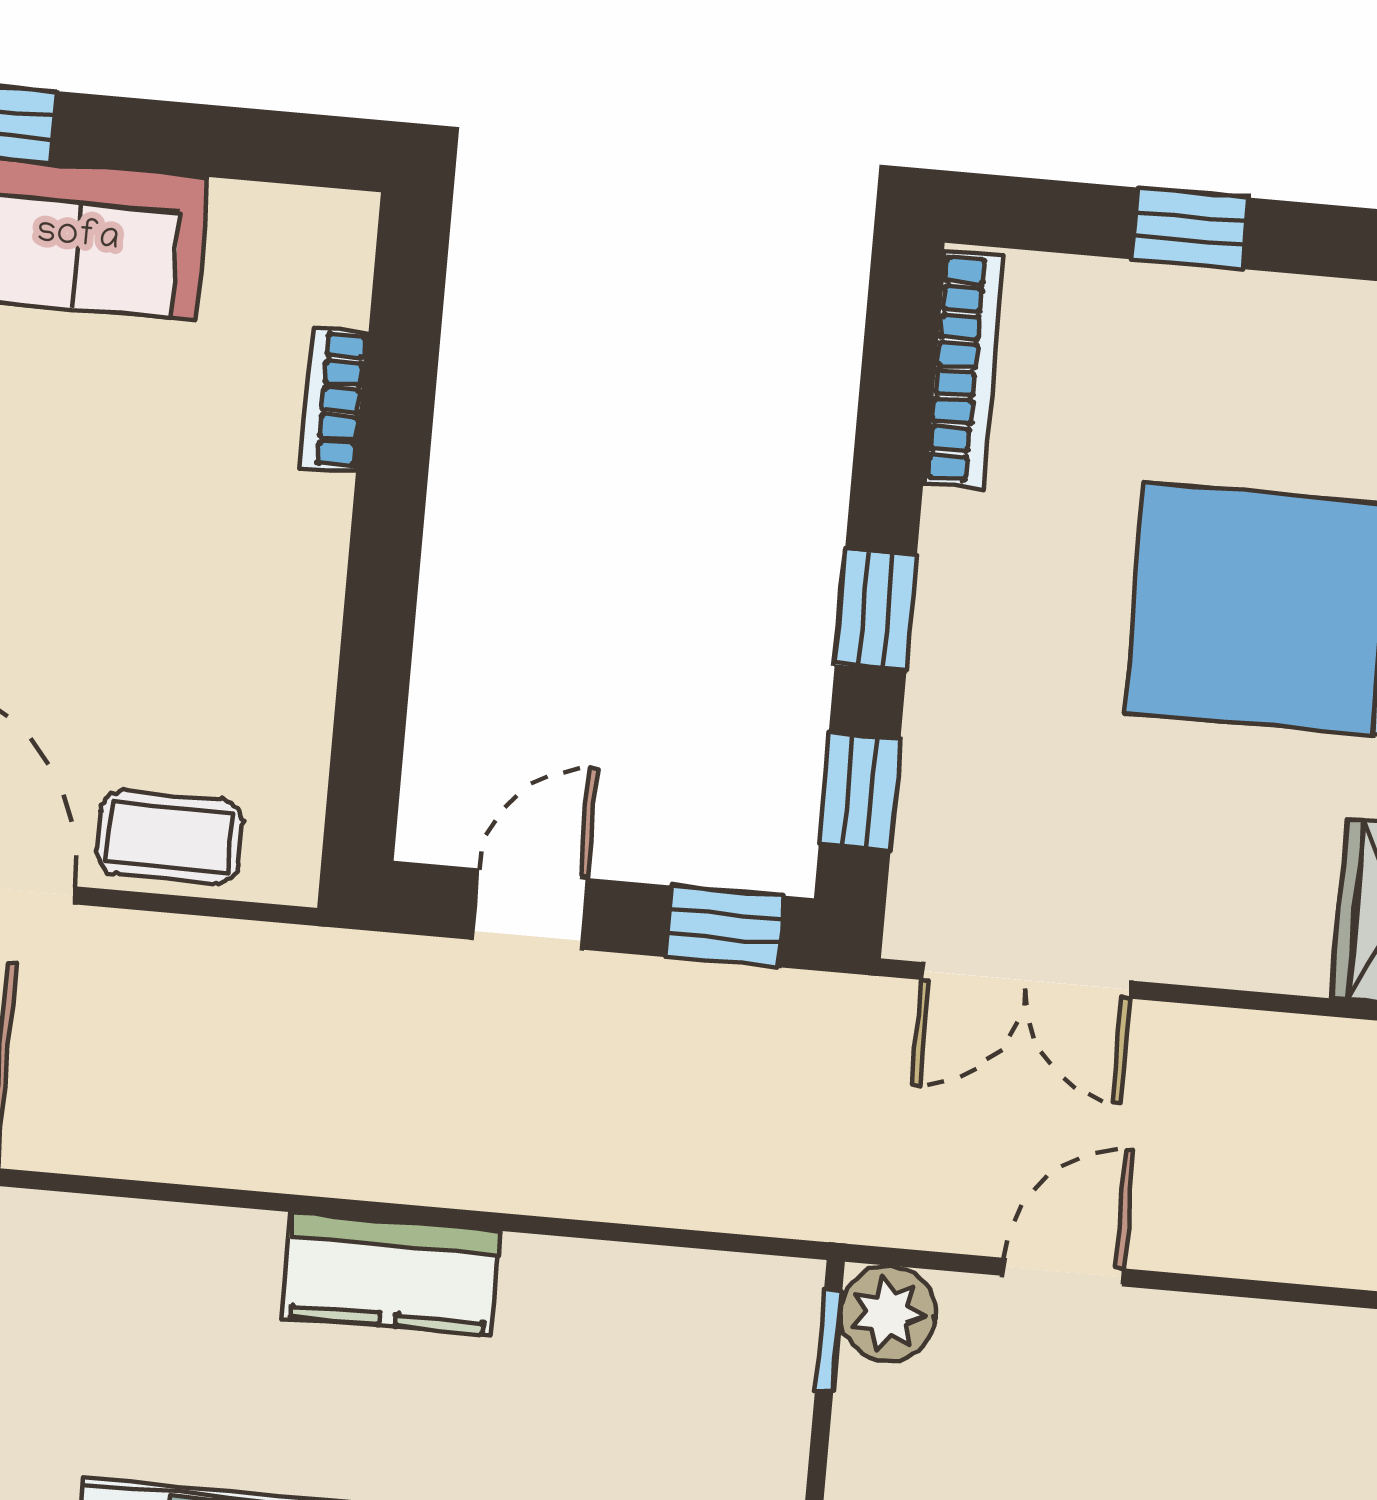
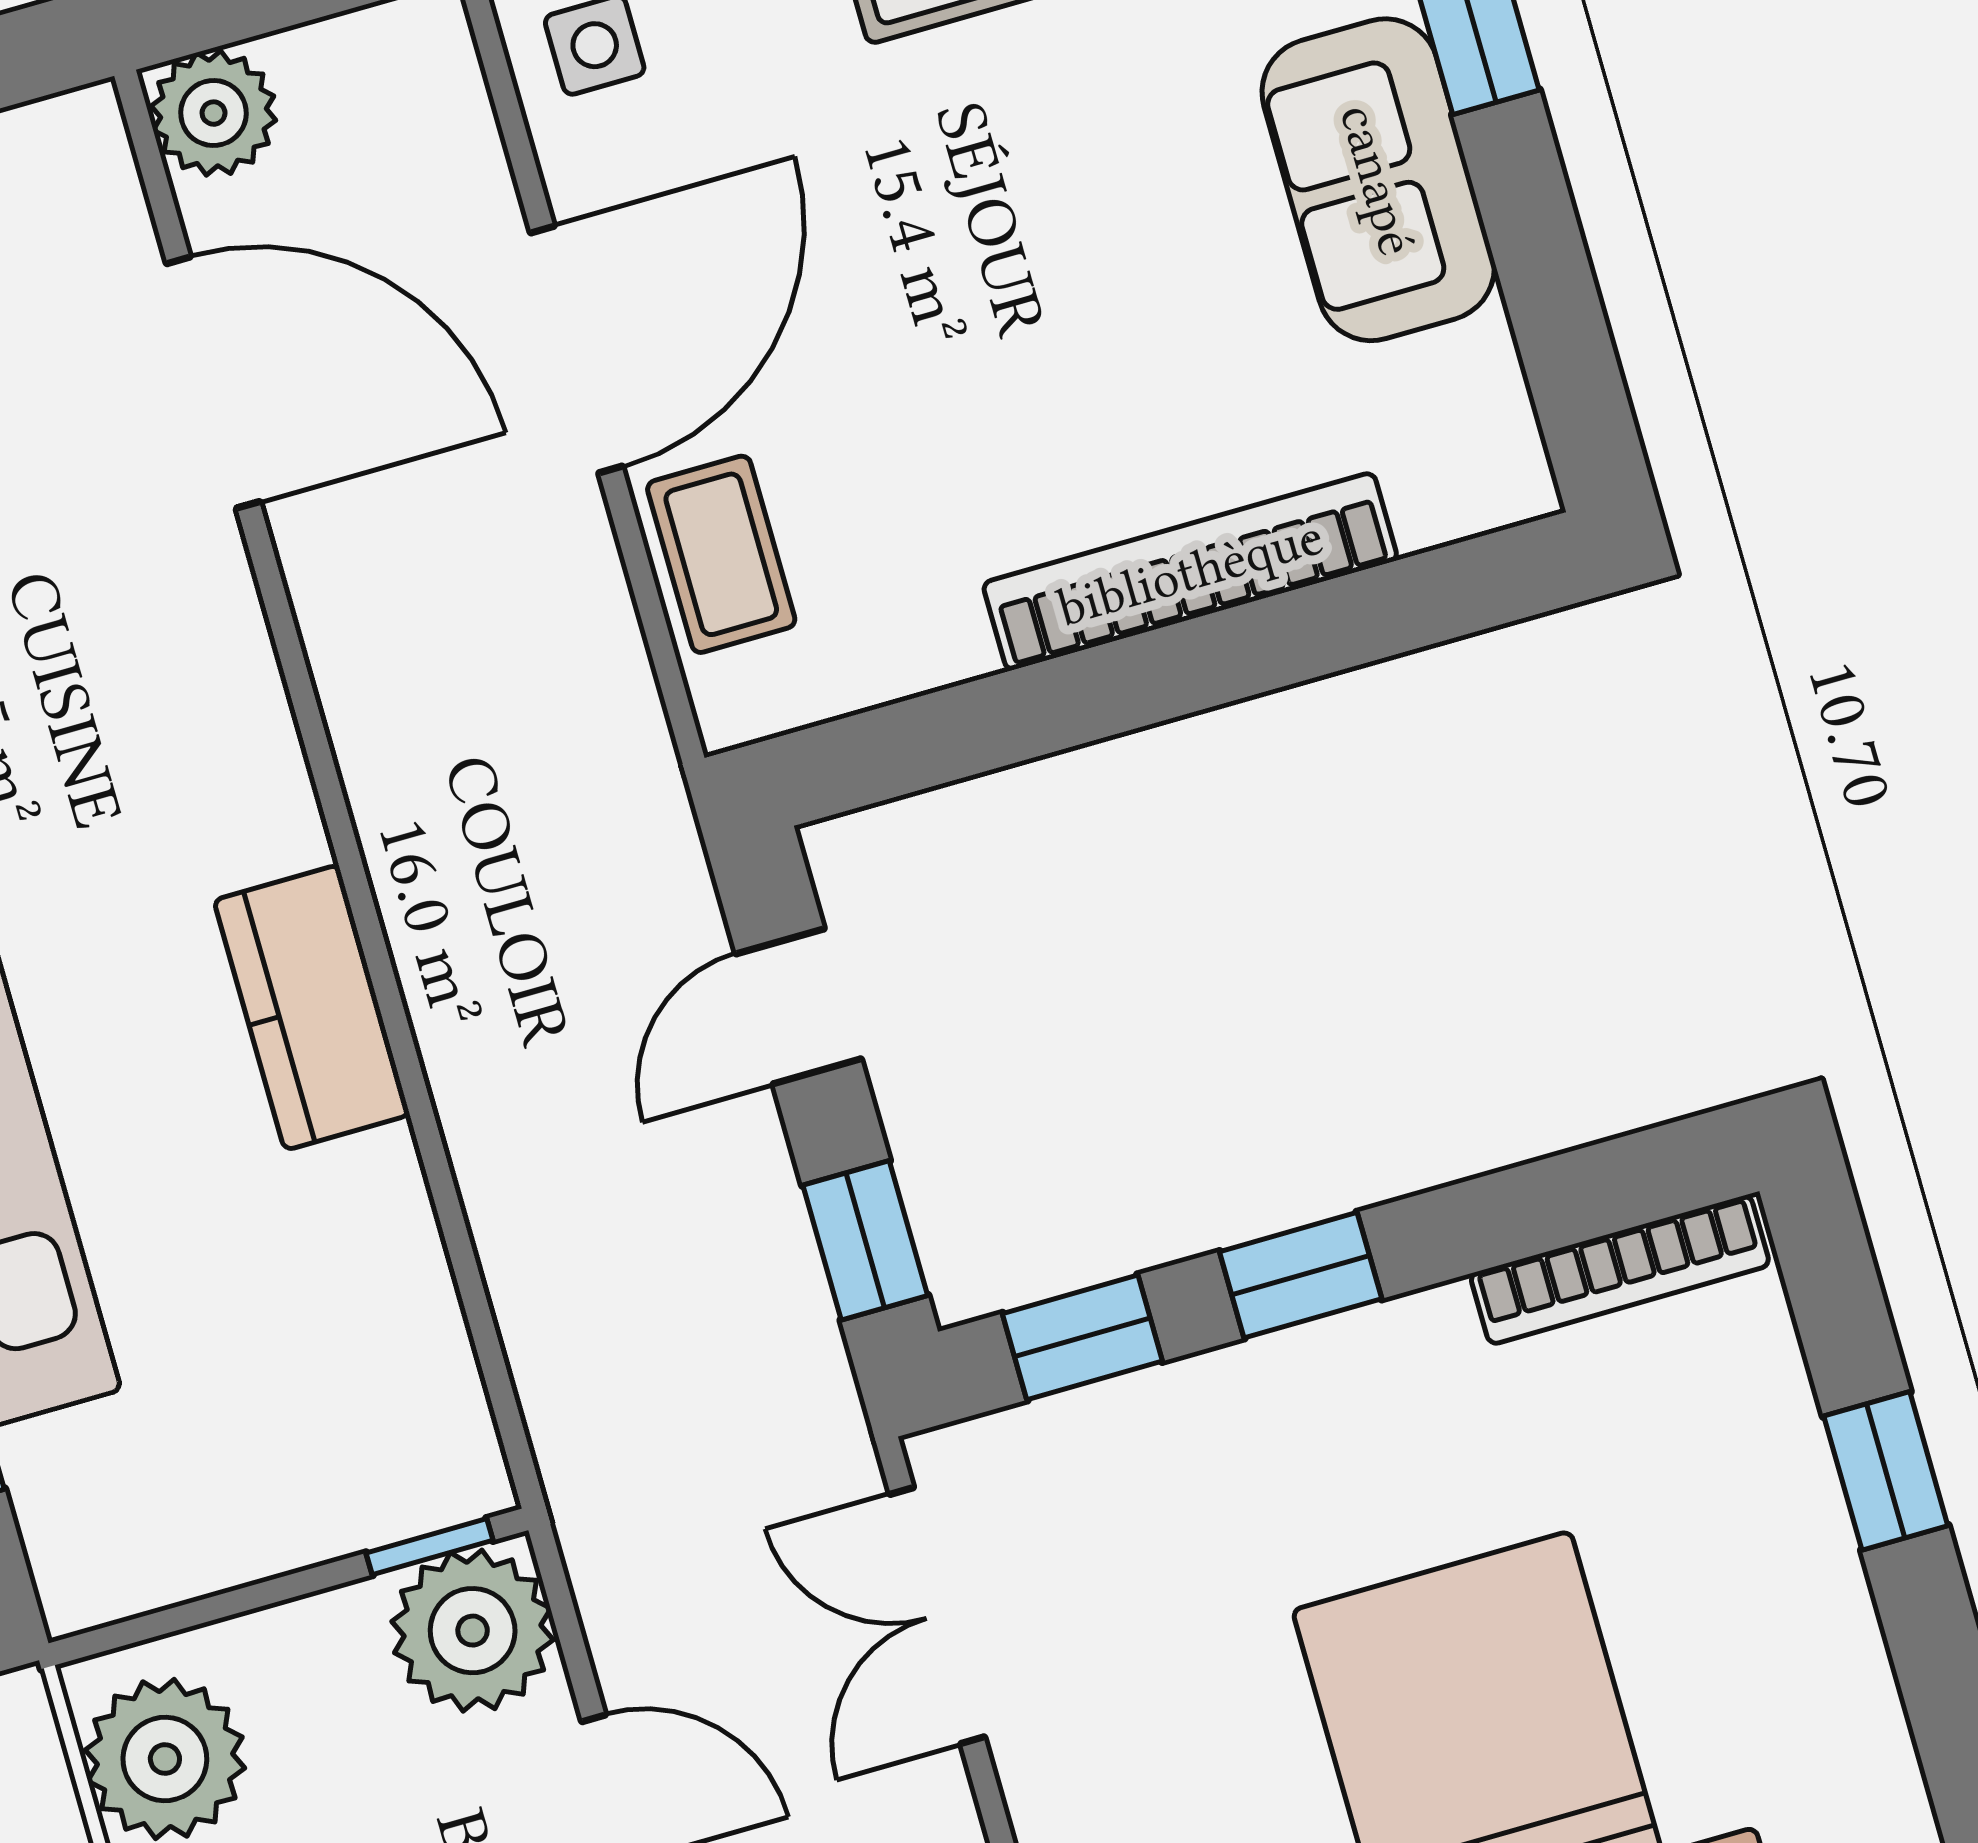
bookcase: (334, 399) -> (1190, 572), width x2.31, depth x1.31
door: (530, 909) -> (799, 1006), swing flipped
plant: (888, 1314) -> (473, 1631), width x1.36, depth x1.36

